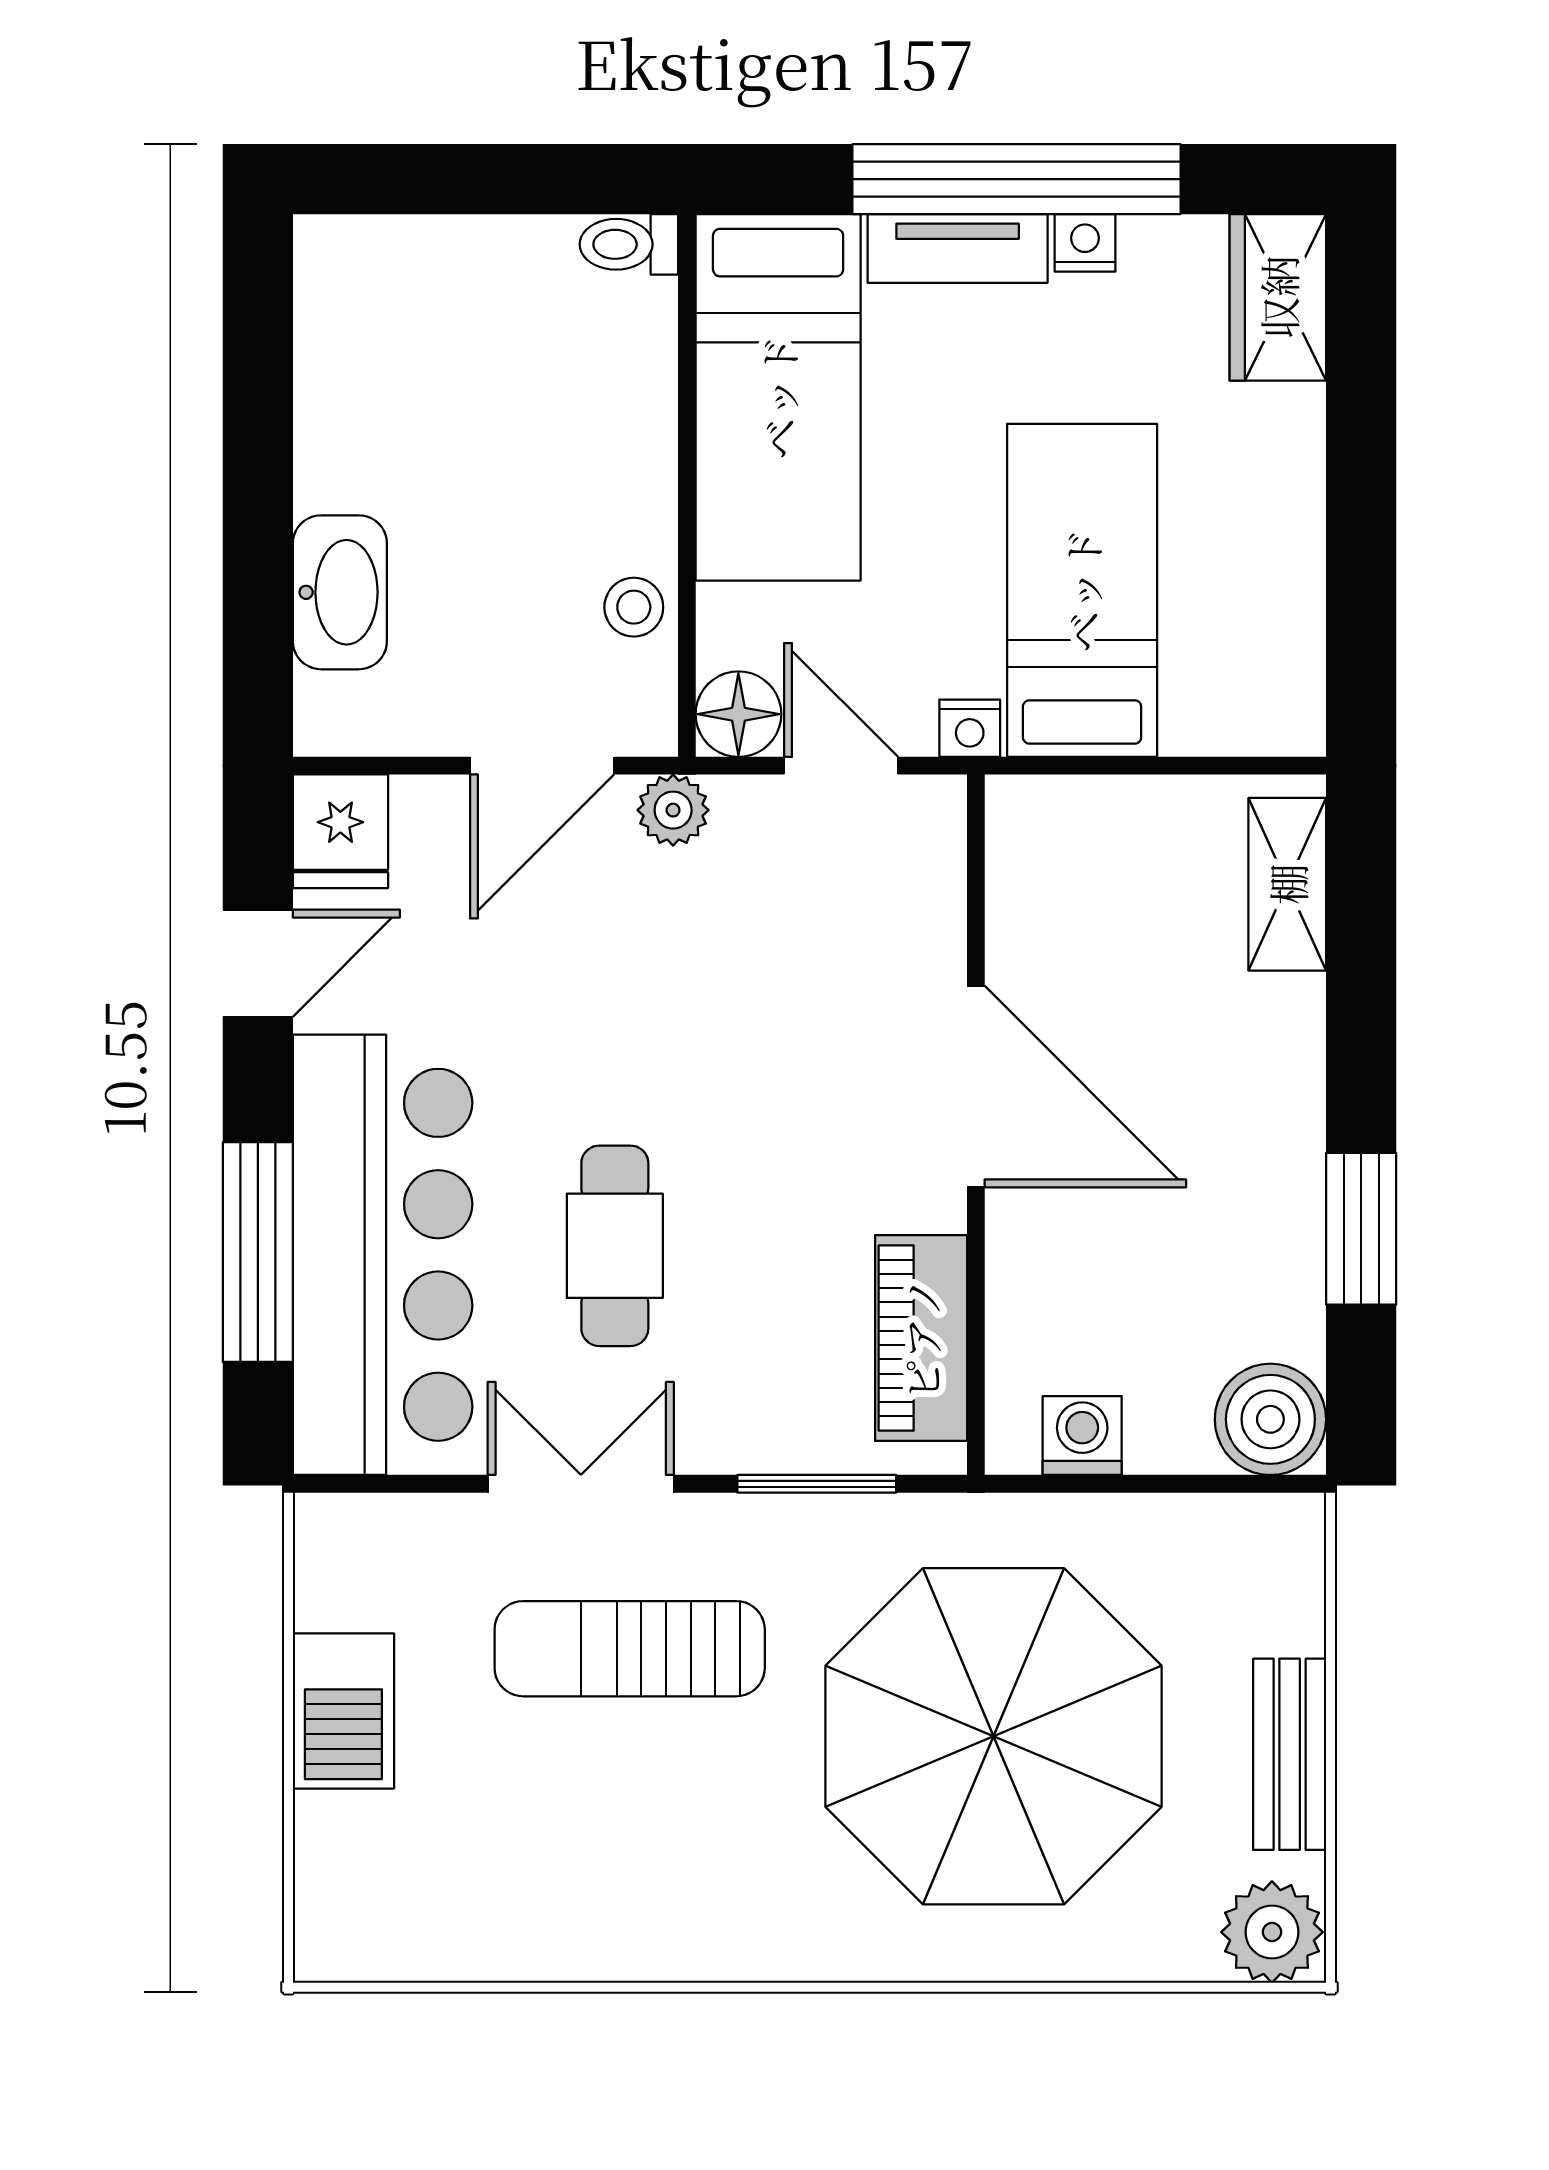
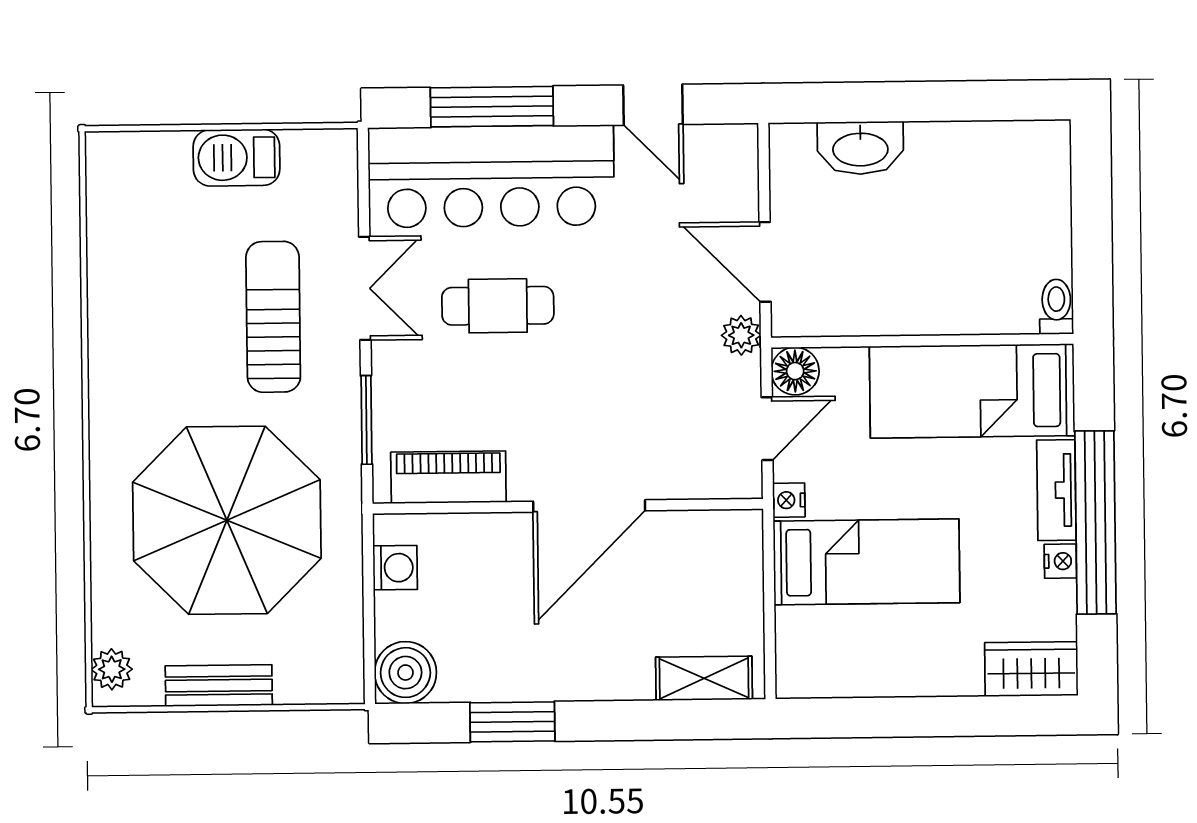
stool: (634, 607) -> (854, 312), removed
fridge: (340, 831) -> (727, 150), removed
plant: (1272, 1932) -> (112, 669), width x0.73, depth x0.73

